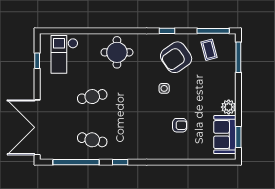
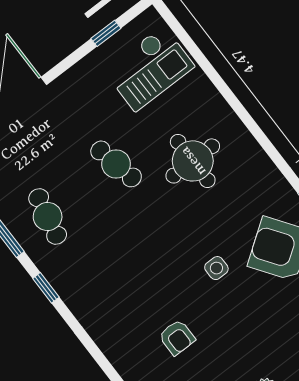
round table: (117, 52) -> (193, 161), moved
checkout: (64, 54) -> (149, 69), turned 180

